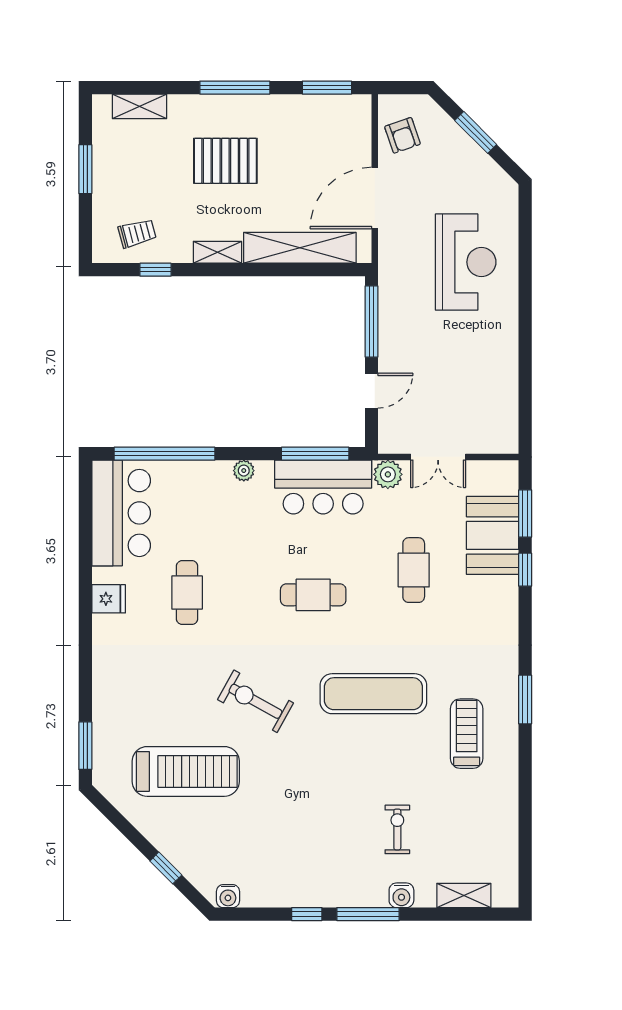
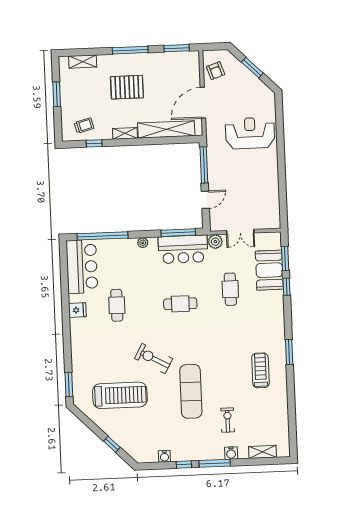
reception desk: (466, 262) -> (250, 133), turned -90
exercise mat: (373, 694) -> (191, 391), moved, turned 90
water cooler: (228, 896) -> (164, 456), moved

